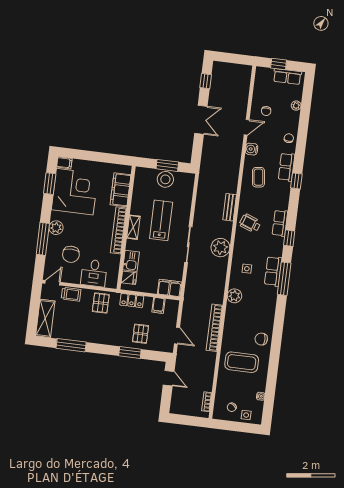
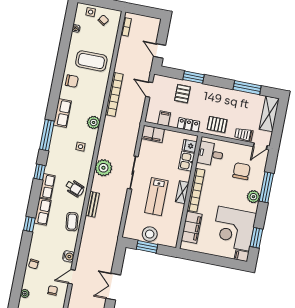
row of seats: (287, 167) -> (43, 212), moved
coffee table: (258, 177) -> (72, 222), moved
row of seats: (273, 271) -> (62, 113), moved
desk: (94, 273) -> (210, 154), moved, turned -90
pallet: (101, 303) -> (217, 124), turned 90

